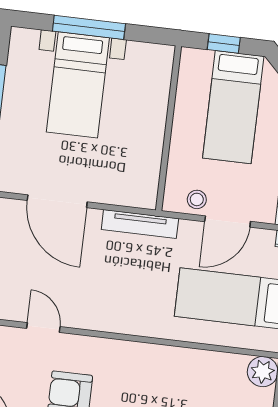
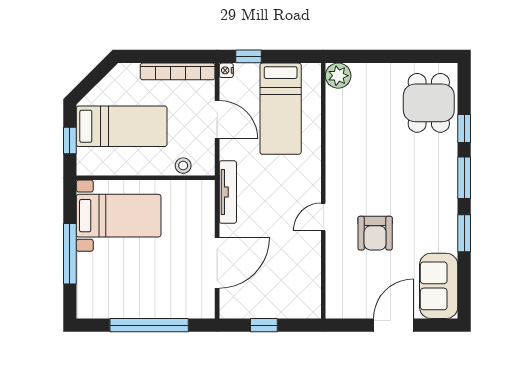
bed with nightstands: (78, 85) -> (119, 216), moved
stool: (197, 199) -> (183, 166), moved
door: (43, 328) -> (323, 217), moved

